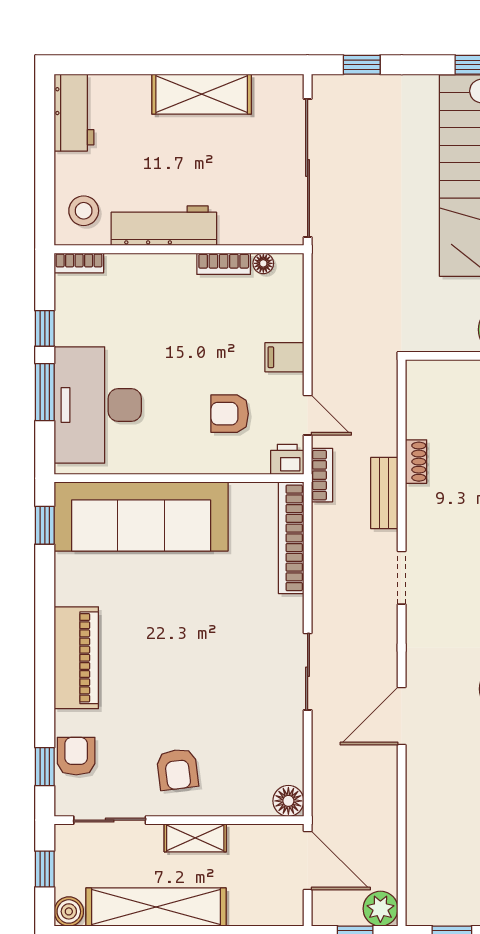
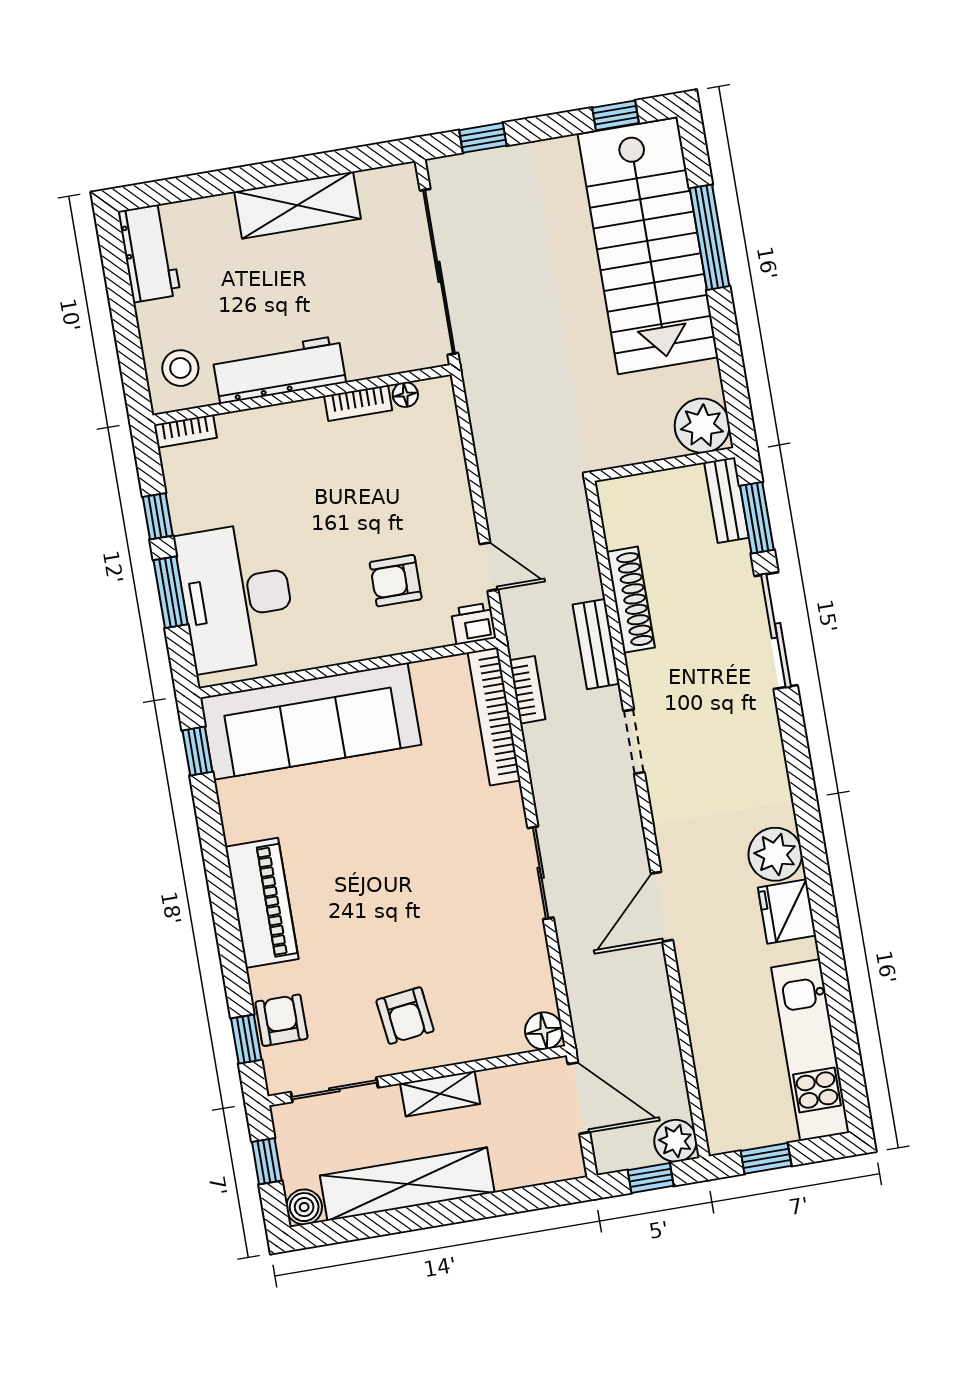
filing cabinet: (284, 357) -> (449, 502), removed
shoe rack: (416, 462) -> (631, 600), width x1.94, depth x1.24
bookcase: (322, 475) -> (527, 690), moved

